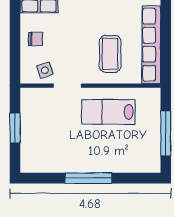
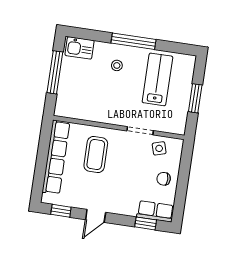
lab bench: (108, 112) -> (157, 79), moved, turned -90
stool: (102, 150) -> (117, 65), added
kitchen sink: (144, 163) -> (80, 48), added

